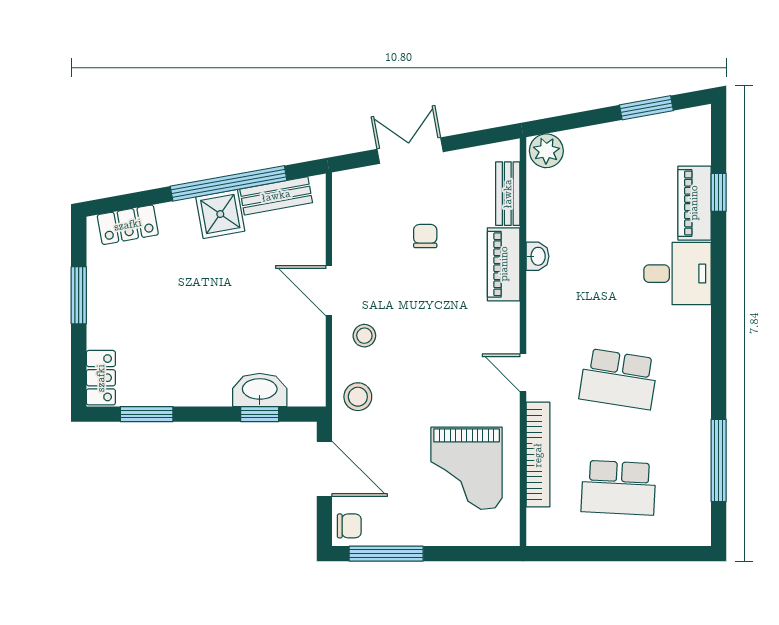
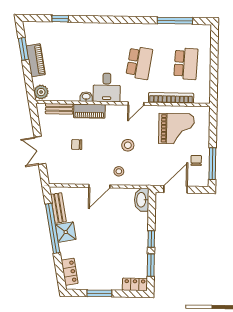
piano: (694, 203) -> (36, 60), moved, turned -100
desk: (677, 274) -> (107, 87), moved, turned 180
washbasin: (260, 390) -> (142, 200), moved
stool: (358, 397) -> (128, 145), moved
window: (260, 414) -> (151, 239), moved
chair: (349, 526) -> (196, 160), moved

